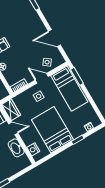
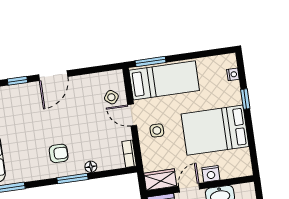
door: (54, 38) -> (53, 76), moved
door: (42, 78) -> (132, 115), hinge flipped
nightstand: (33, 149) -> (211, 174), moved

